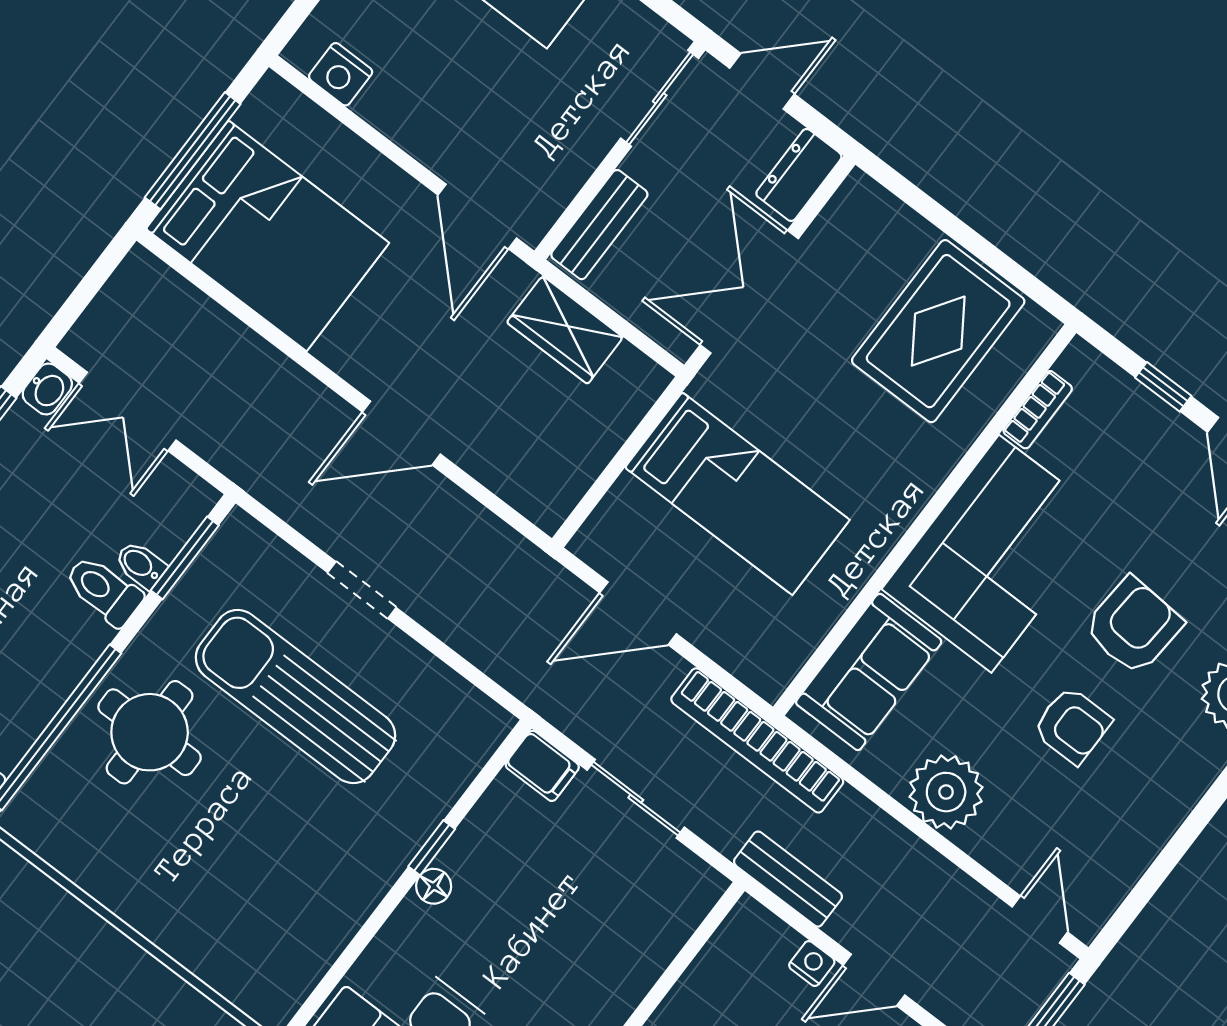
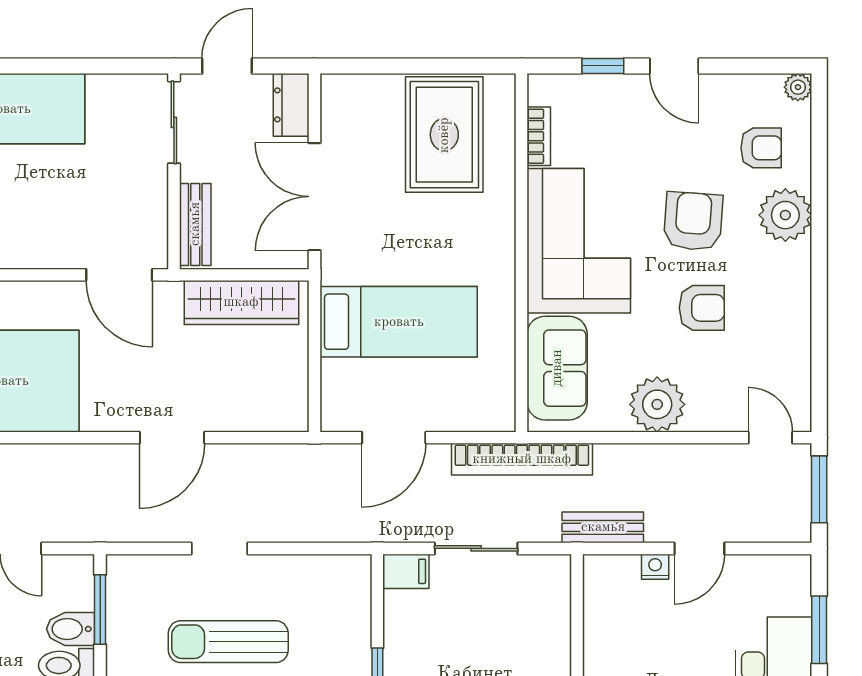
wardrobe: (565, 330) -> (241, 302), width x1.50
bidet: (141, 565) -> (71, 629), width x1.38, depth x1.36
sun lounger: (295, 696) -> (228, 642), width x0.73, depth x0.75

